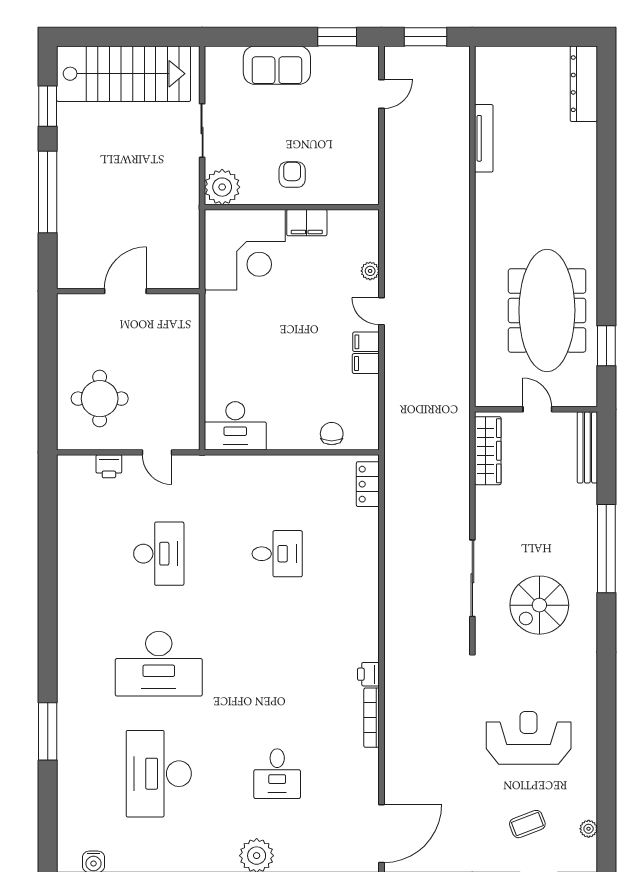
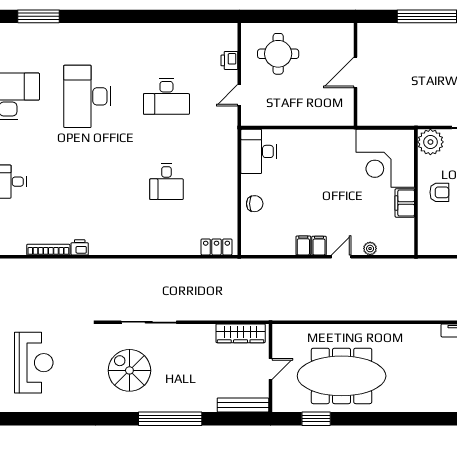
door: (125, 291) -> (355, 72), swing flipped
chair: (332, 434) -> (255, 204), moved

